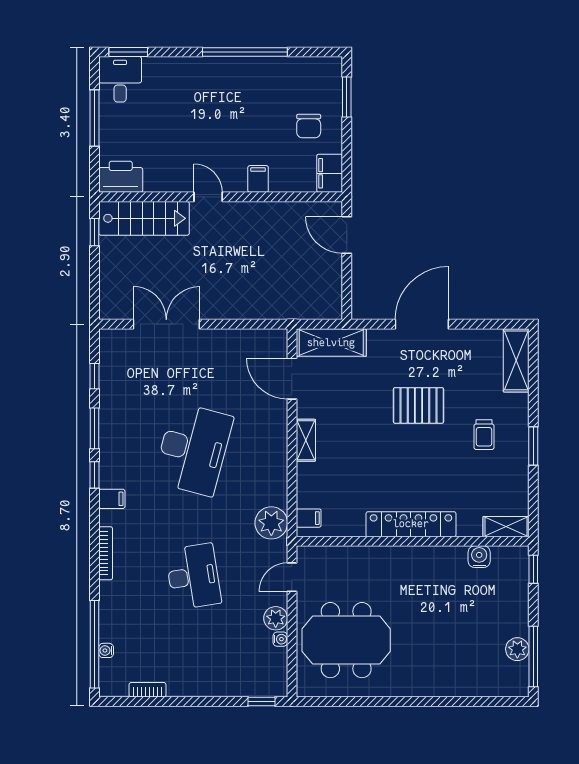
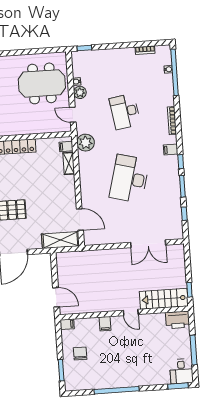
filing cabinet: (330, 173) -> (67, 324), width x0.50
shelving: (306, 440) -> (69, 163), moved
door: (292, 577) -> (73, 115), swing flipped

